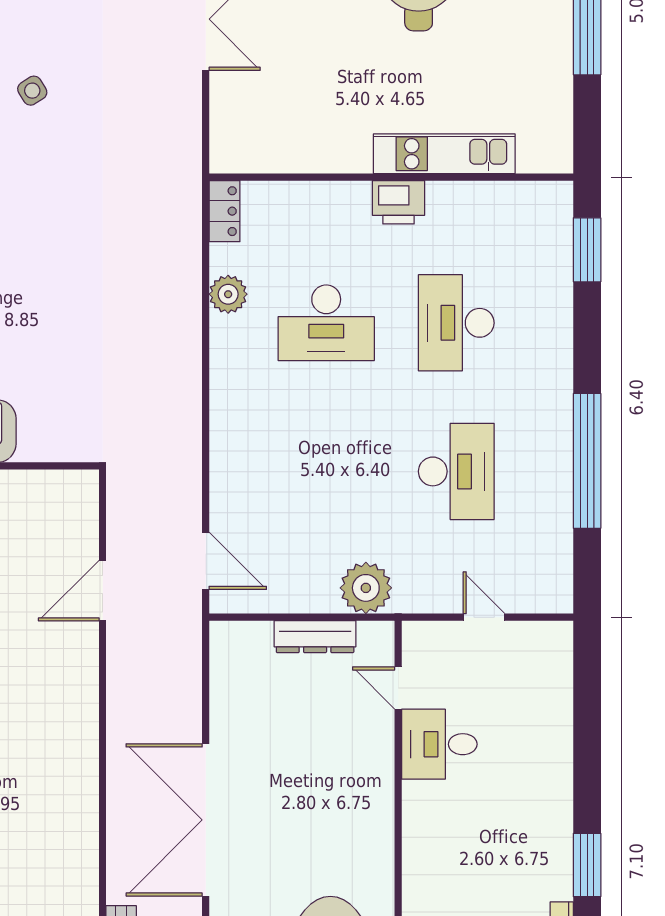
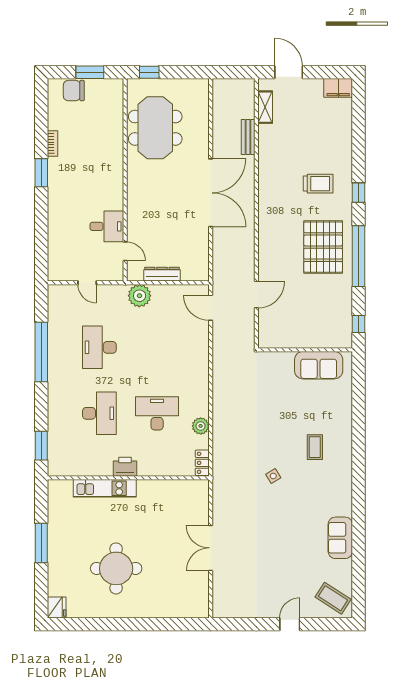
side table: (32, 91) -> (273, 476), moved

